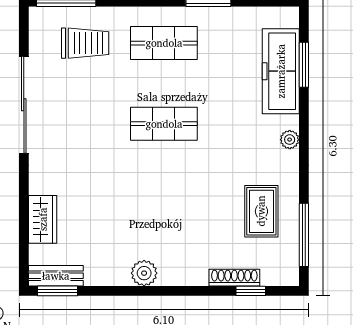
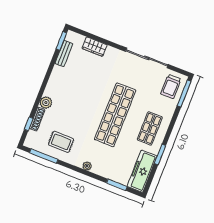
trolley: (85, 43) -> (171, 86), moved
freezer: (281, 71) -> (142, 171), moved, turned -90
shop shelf: (164, 124) -> (115, 115), width x2.00, depth x1.36
plant: (144, 273) -> (46, 103), moved
bench: (56, 276) -> (64, 54), moved

